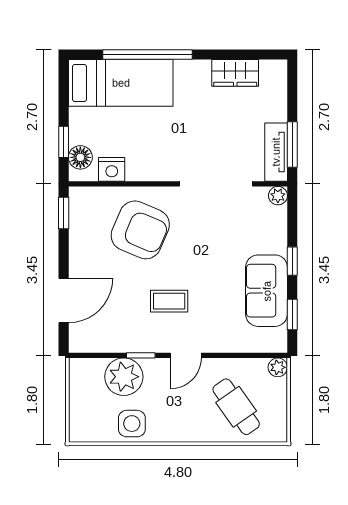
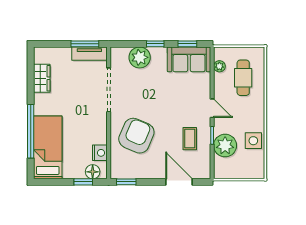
plant: (278, 196) -> (140, 57), moved, width x1.88, depth x1.88
sofa: (267, 291) -> (189, 59), moved
coffee table: (169, 301) -> (190, 139), moved
plant: (278, 367) -> (219, 66), moved
cafe table: (236, 407) -> (243, 78), turned -55

